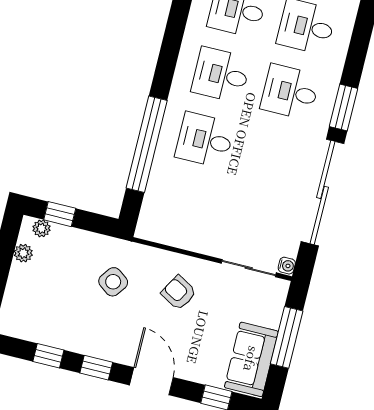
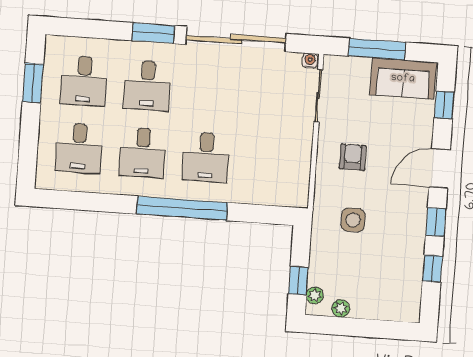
window: (147, 144) -> (182, 208), moved
side table: (113, 282) -> (353, 220), turned -36
armchair: (179, 293) -> (353, 157), turned 150

